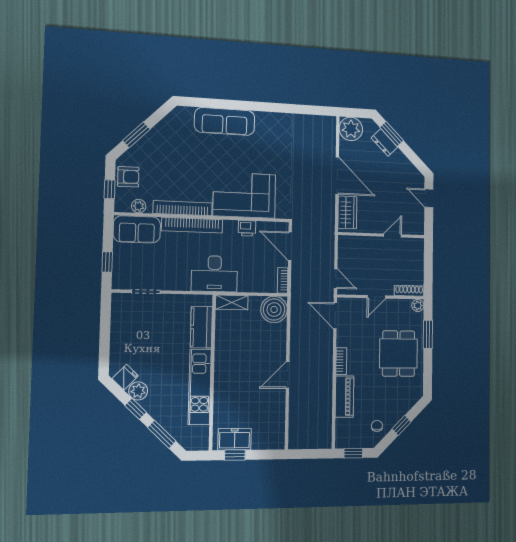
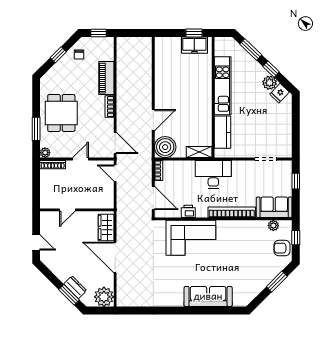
bookcase: (183, 208) -> (239, 225), removed
door: (288, 375) -> (153, 120), moved

